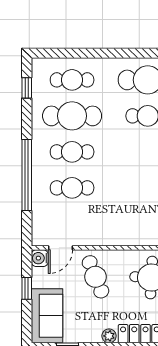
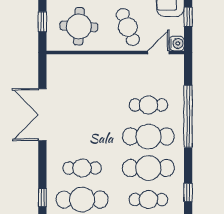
cafe table: (72, 152) -> (148, 136), width x1.37, depth x1.35

